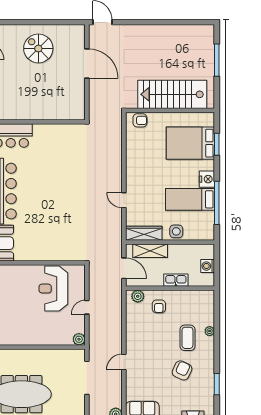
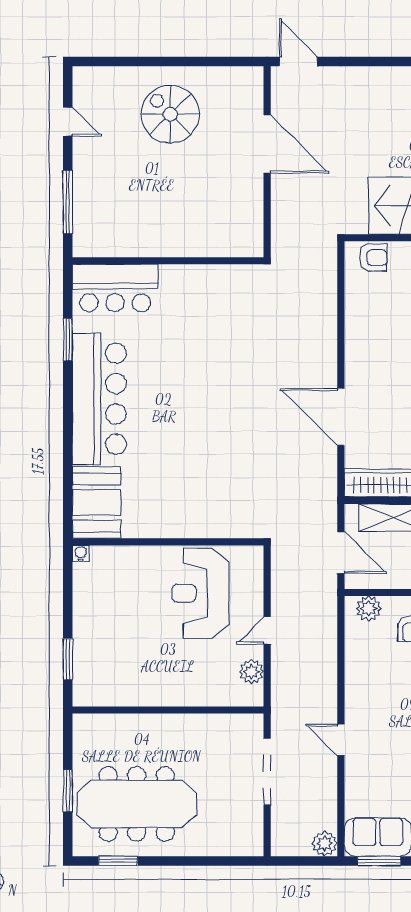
door: (124, 200) -> (341, 417), width x1.88
plant: (79, 339) -> (251, 672), moved
door: (124, 362) -> (341, 740), hinge flipped

